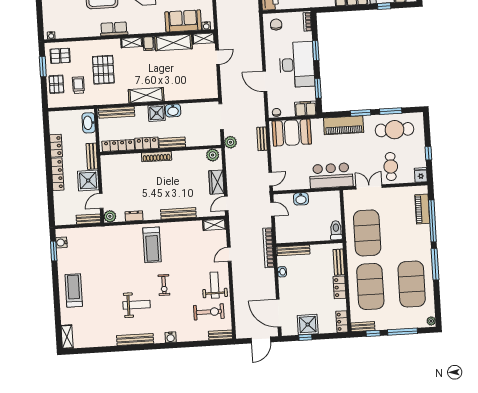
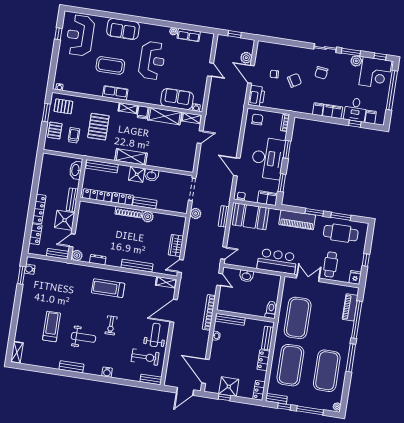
locker: (56, 146) -> (35, 234), moved
plant: (213, 155) -> (148, 217), moved
treadmill: (152, 245) -> (108, 288), turned 90
door: (229, 254) -> (174, 311), width x1.88
treadmill: (74, 290) -> (51, 326), moved
bench: (135, 340) -> (71, 367), width x0.73

